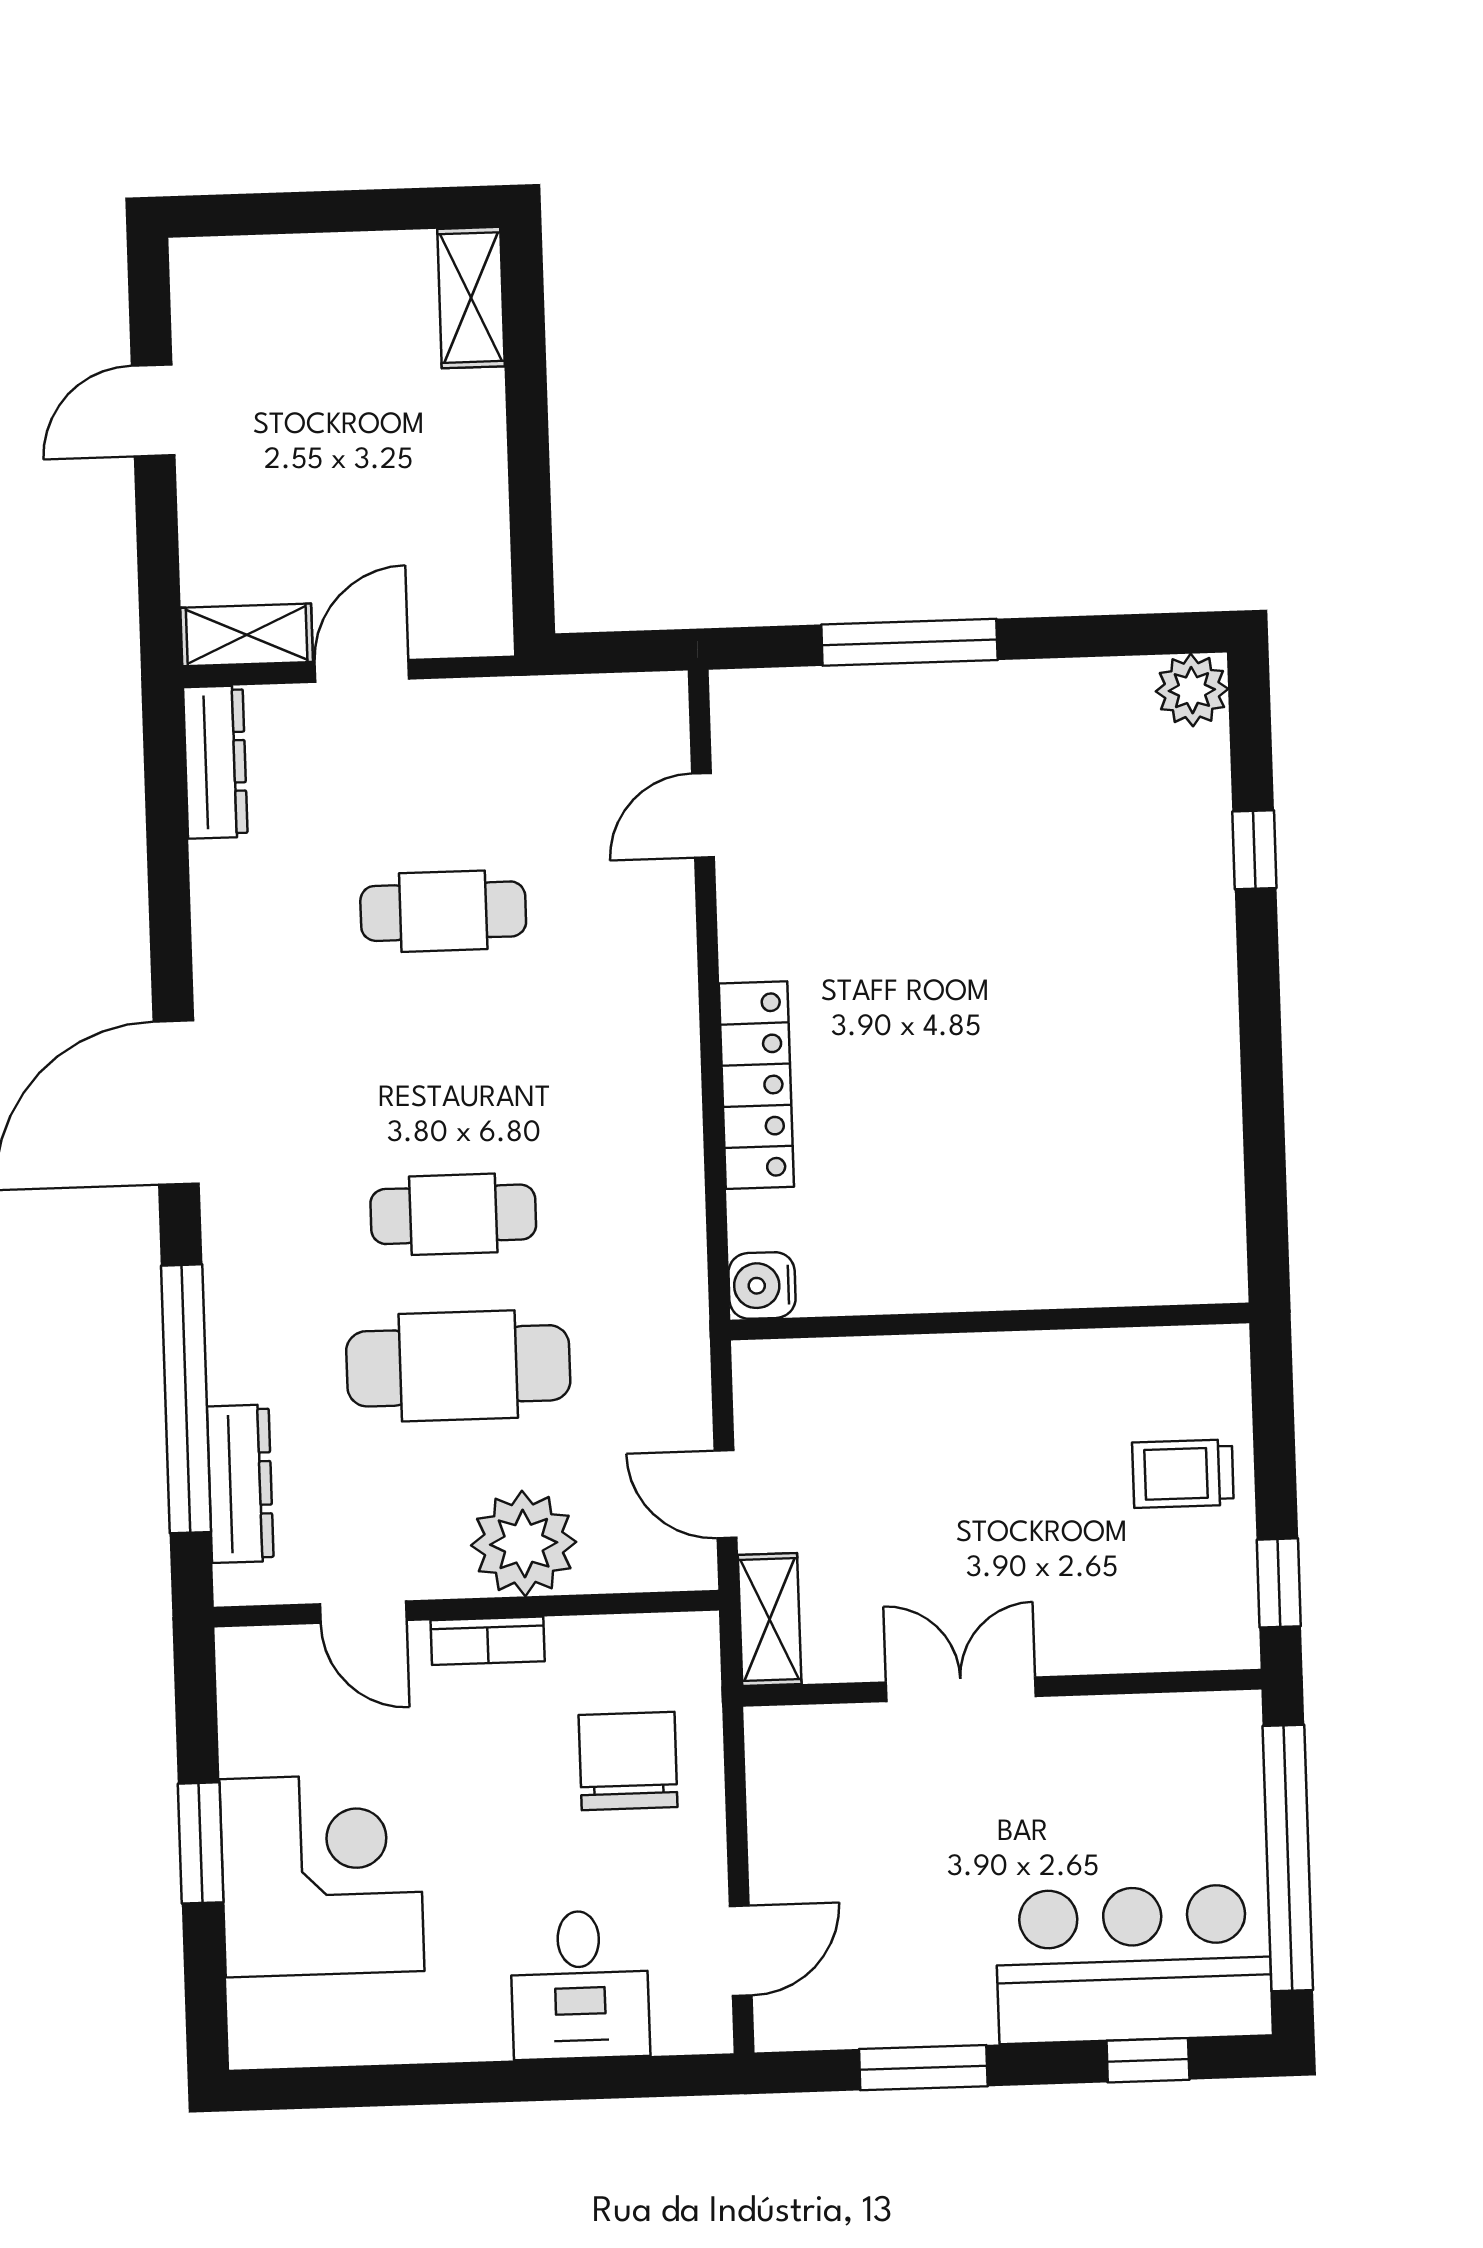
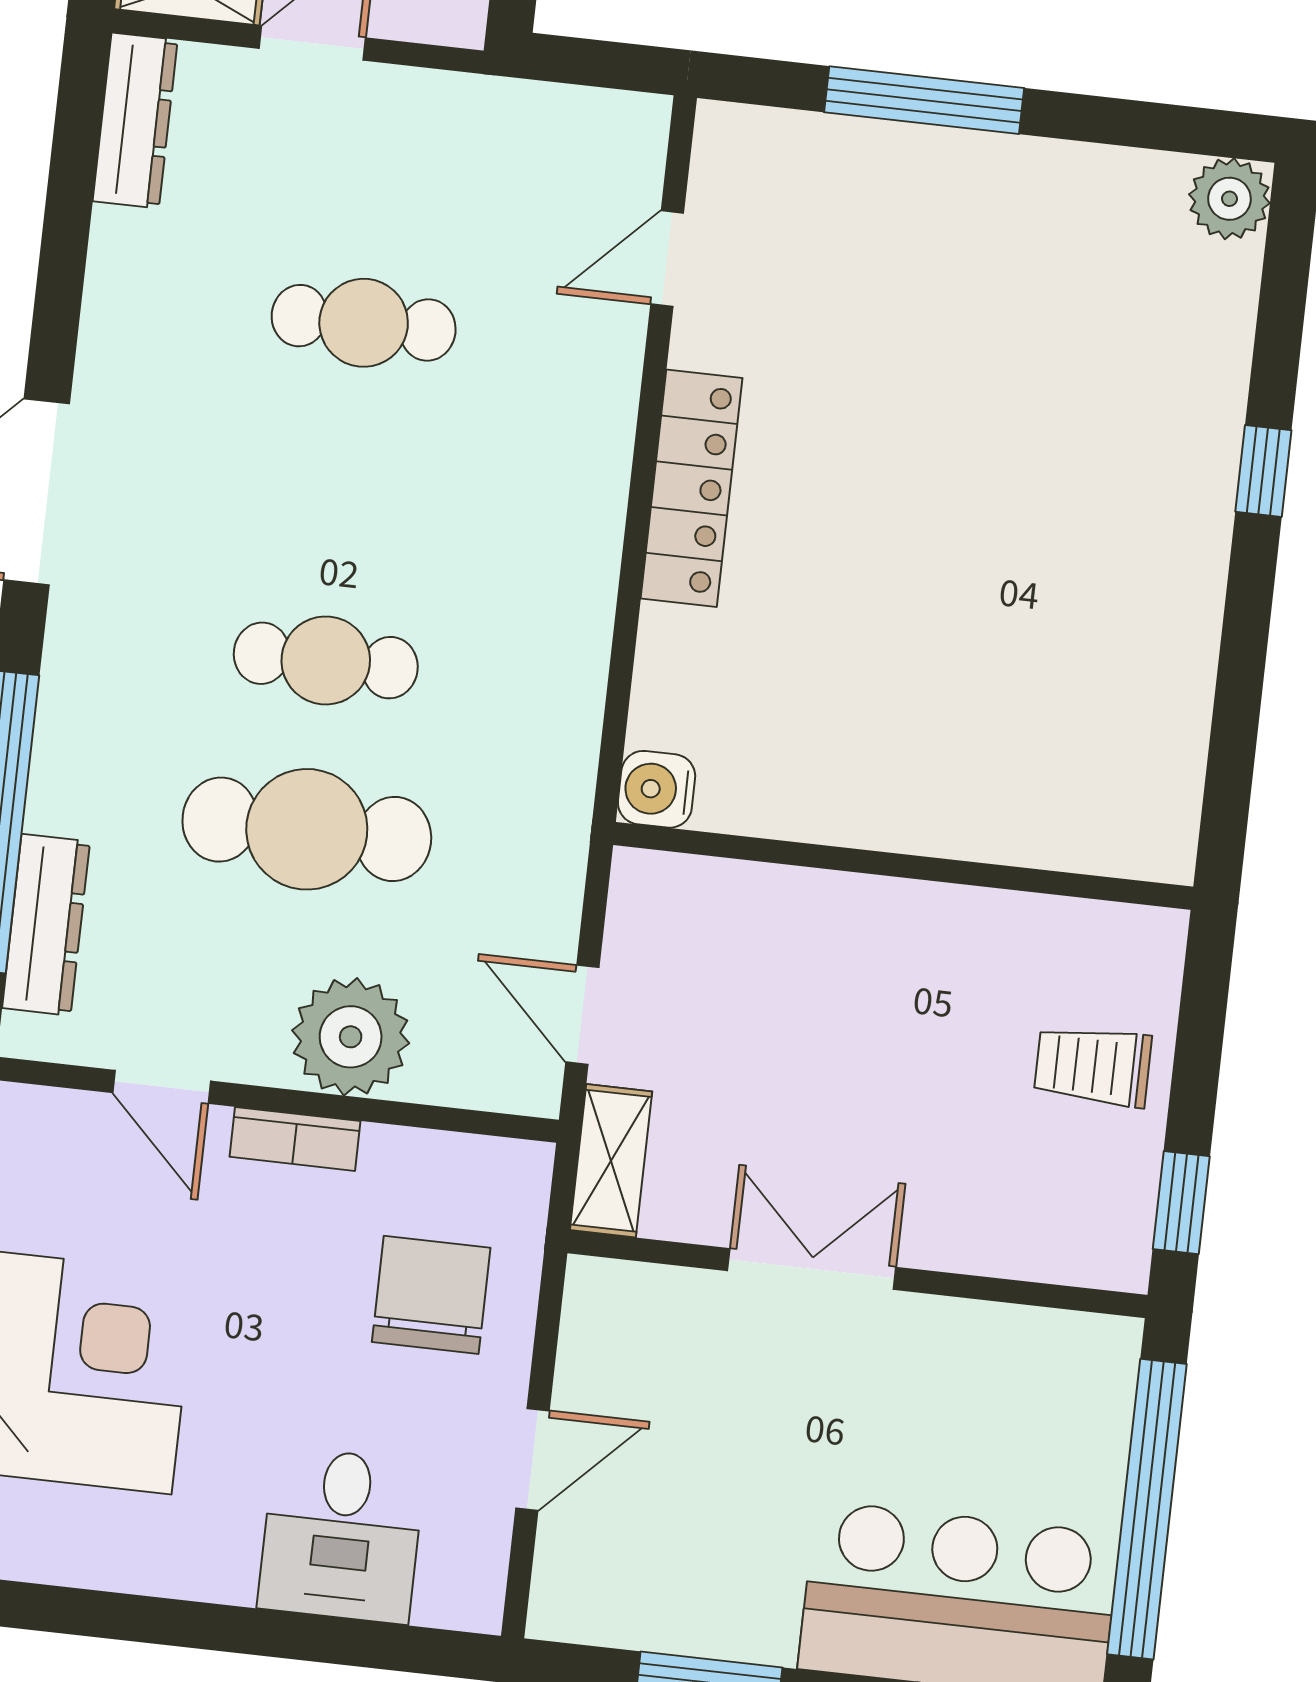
window: (1254, 850) -> (1263, 471), moved
locker: (756, 1085) -> (692, 488), moved
door: (741, 1951) -> (532, 1459), moved

